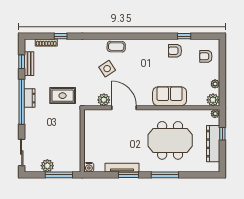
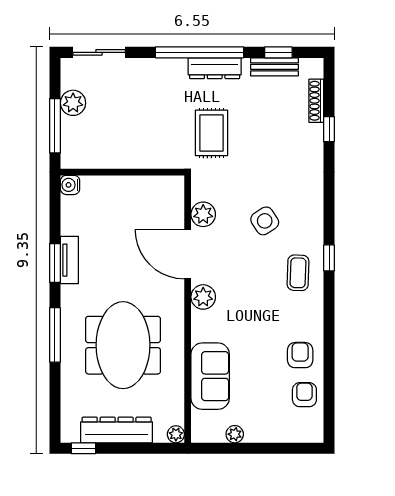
window: (184, 36) -> (329, 258), moved
coffee table: (116, 47) -> (298, 273), moved
armchair: (206, 56) -> (304, 395), moved
sofa: (170, 96) -> (210, 376), moved
dresser: (30, 98) -> (215, 68), width x1.44
plant: (213, 100) -> (203, 297), moved
door: (124, 108) -> (188, 254), swing flipped
window: (222, 134) -> (84, 448), moved
tv unit: (122, 168) -> (69, 260), width x0.71

